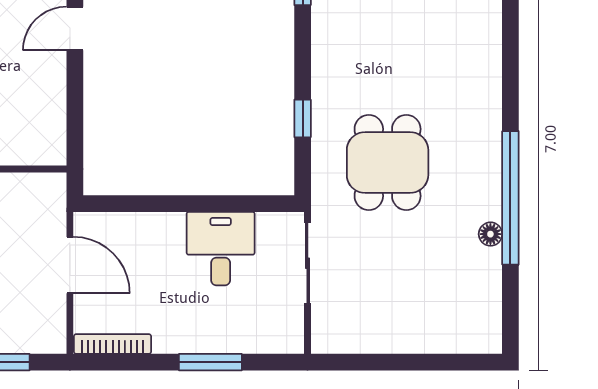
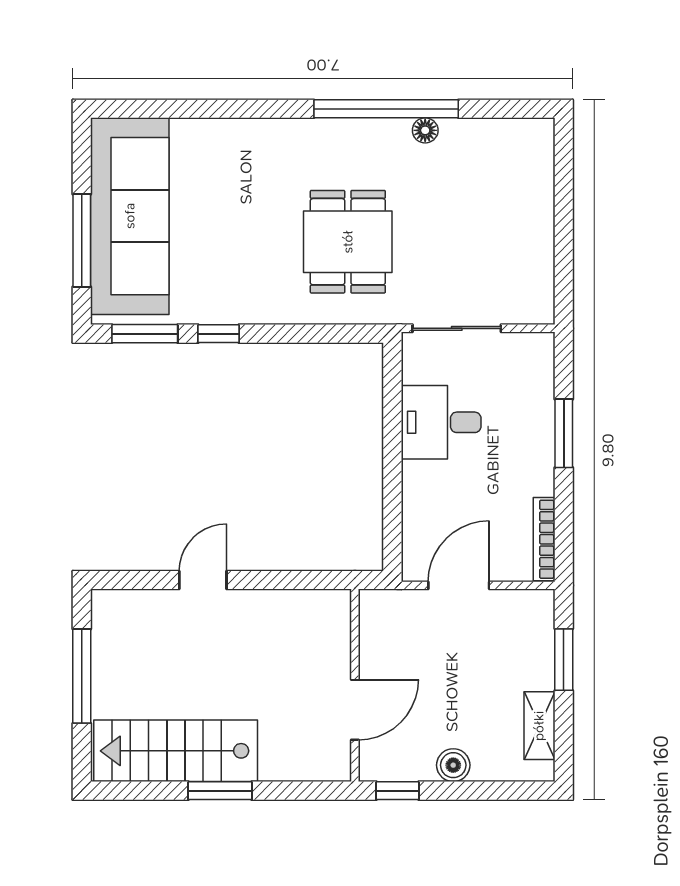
door: (75, 29) -> (203, 580), swing flipped
window: (303, 118) -> (219, 334), moved
dining table: (388, 163) -> (348, 242), turned 90

